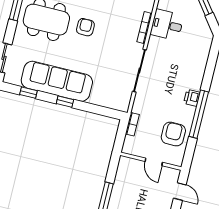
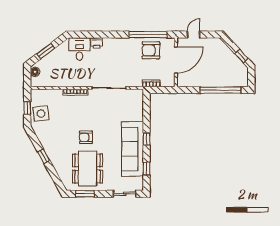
desk: (167, 25) -> (79, 49), moved, turned 180
printer: (192, 98) -> (97, 43), moved
window: (199, 114) -> (148, 35), moved
door: (154, 162) -> (176, 60), width x1.88

